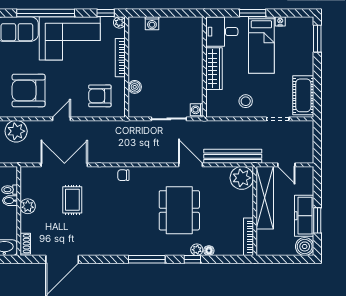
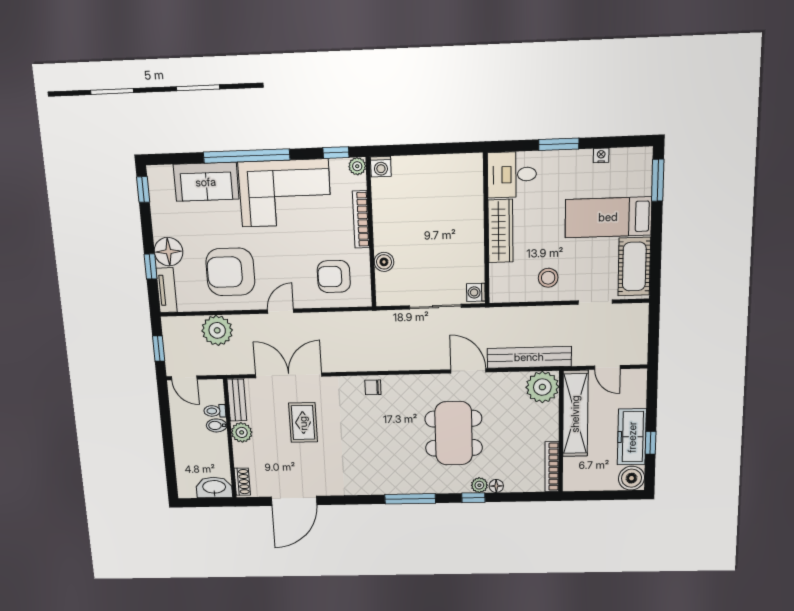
washing machine: (152, 23) -> (381, 167), moved
bed: (261, 45) -> (608, 217), moved, turned 90
bench: (26, 182) -> (237, 400), added
window: (317, 220) -> (651, 443), width x0.67

